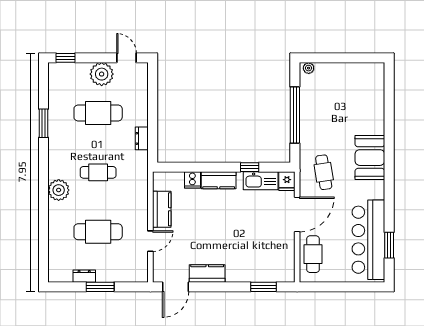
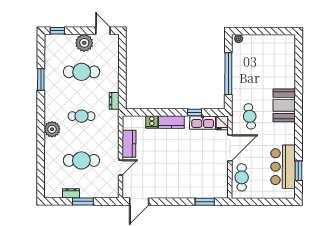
dresser: (142, 138) -> (114, 101), moved
bar counter: (368, 240) -> (283, 167), width x0.73
kitchen counter: (207, 274) -> (163, 192), removed

